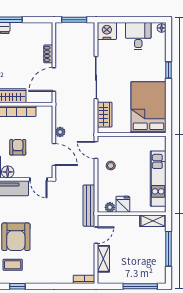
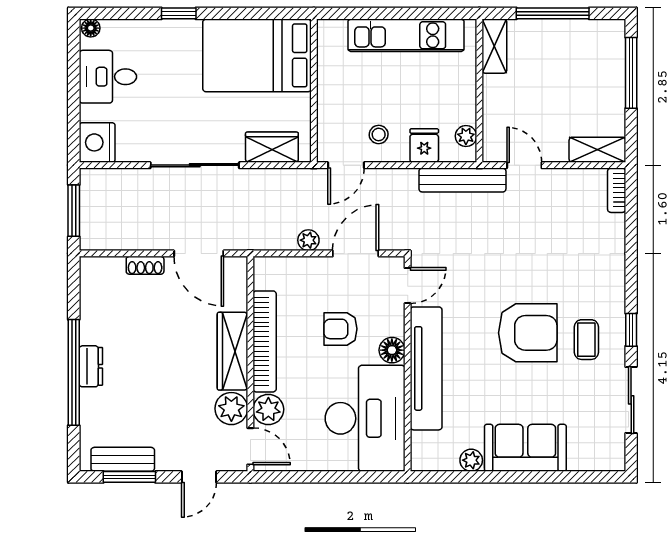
fridge: (123, 204) -> (424, 146), moved, turned 90
shelving: (103, 259) -> (597, 150), moved

